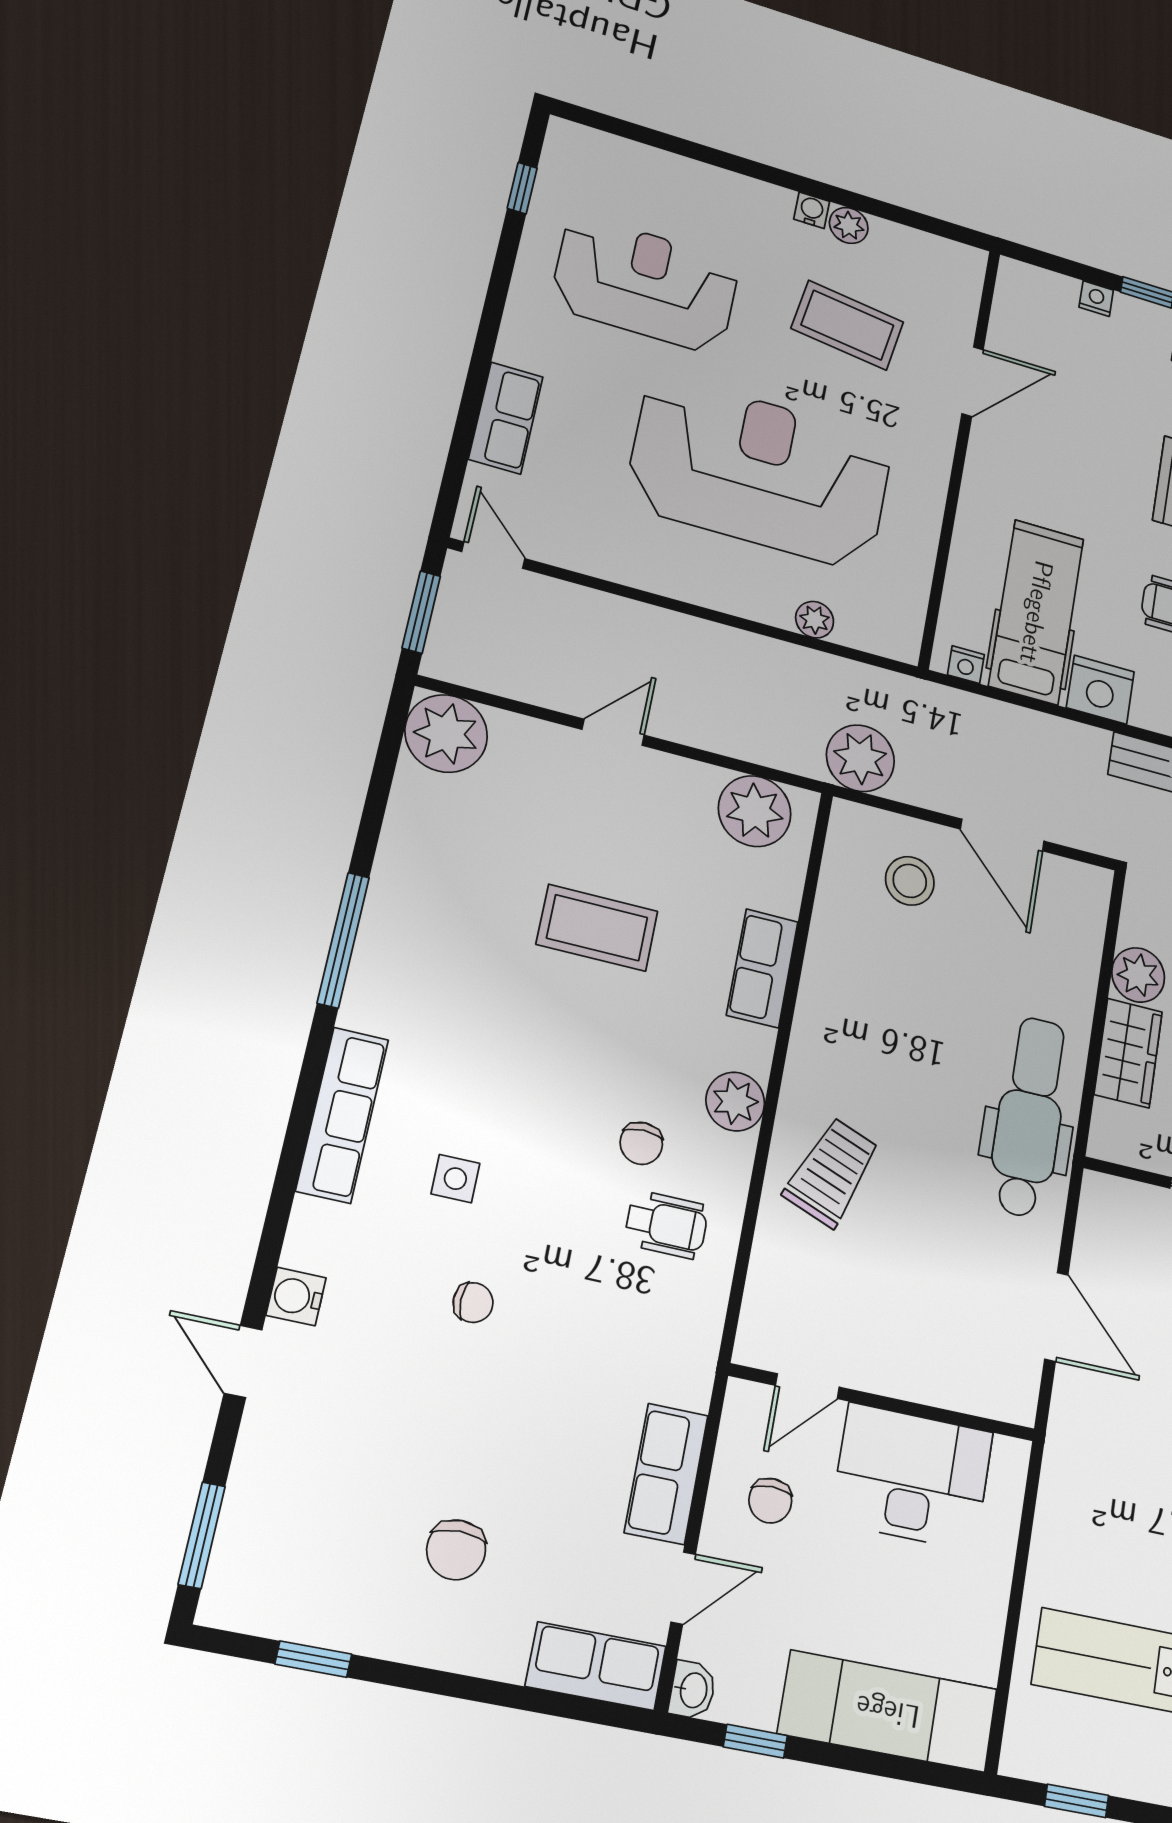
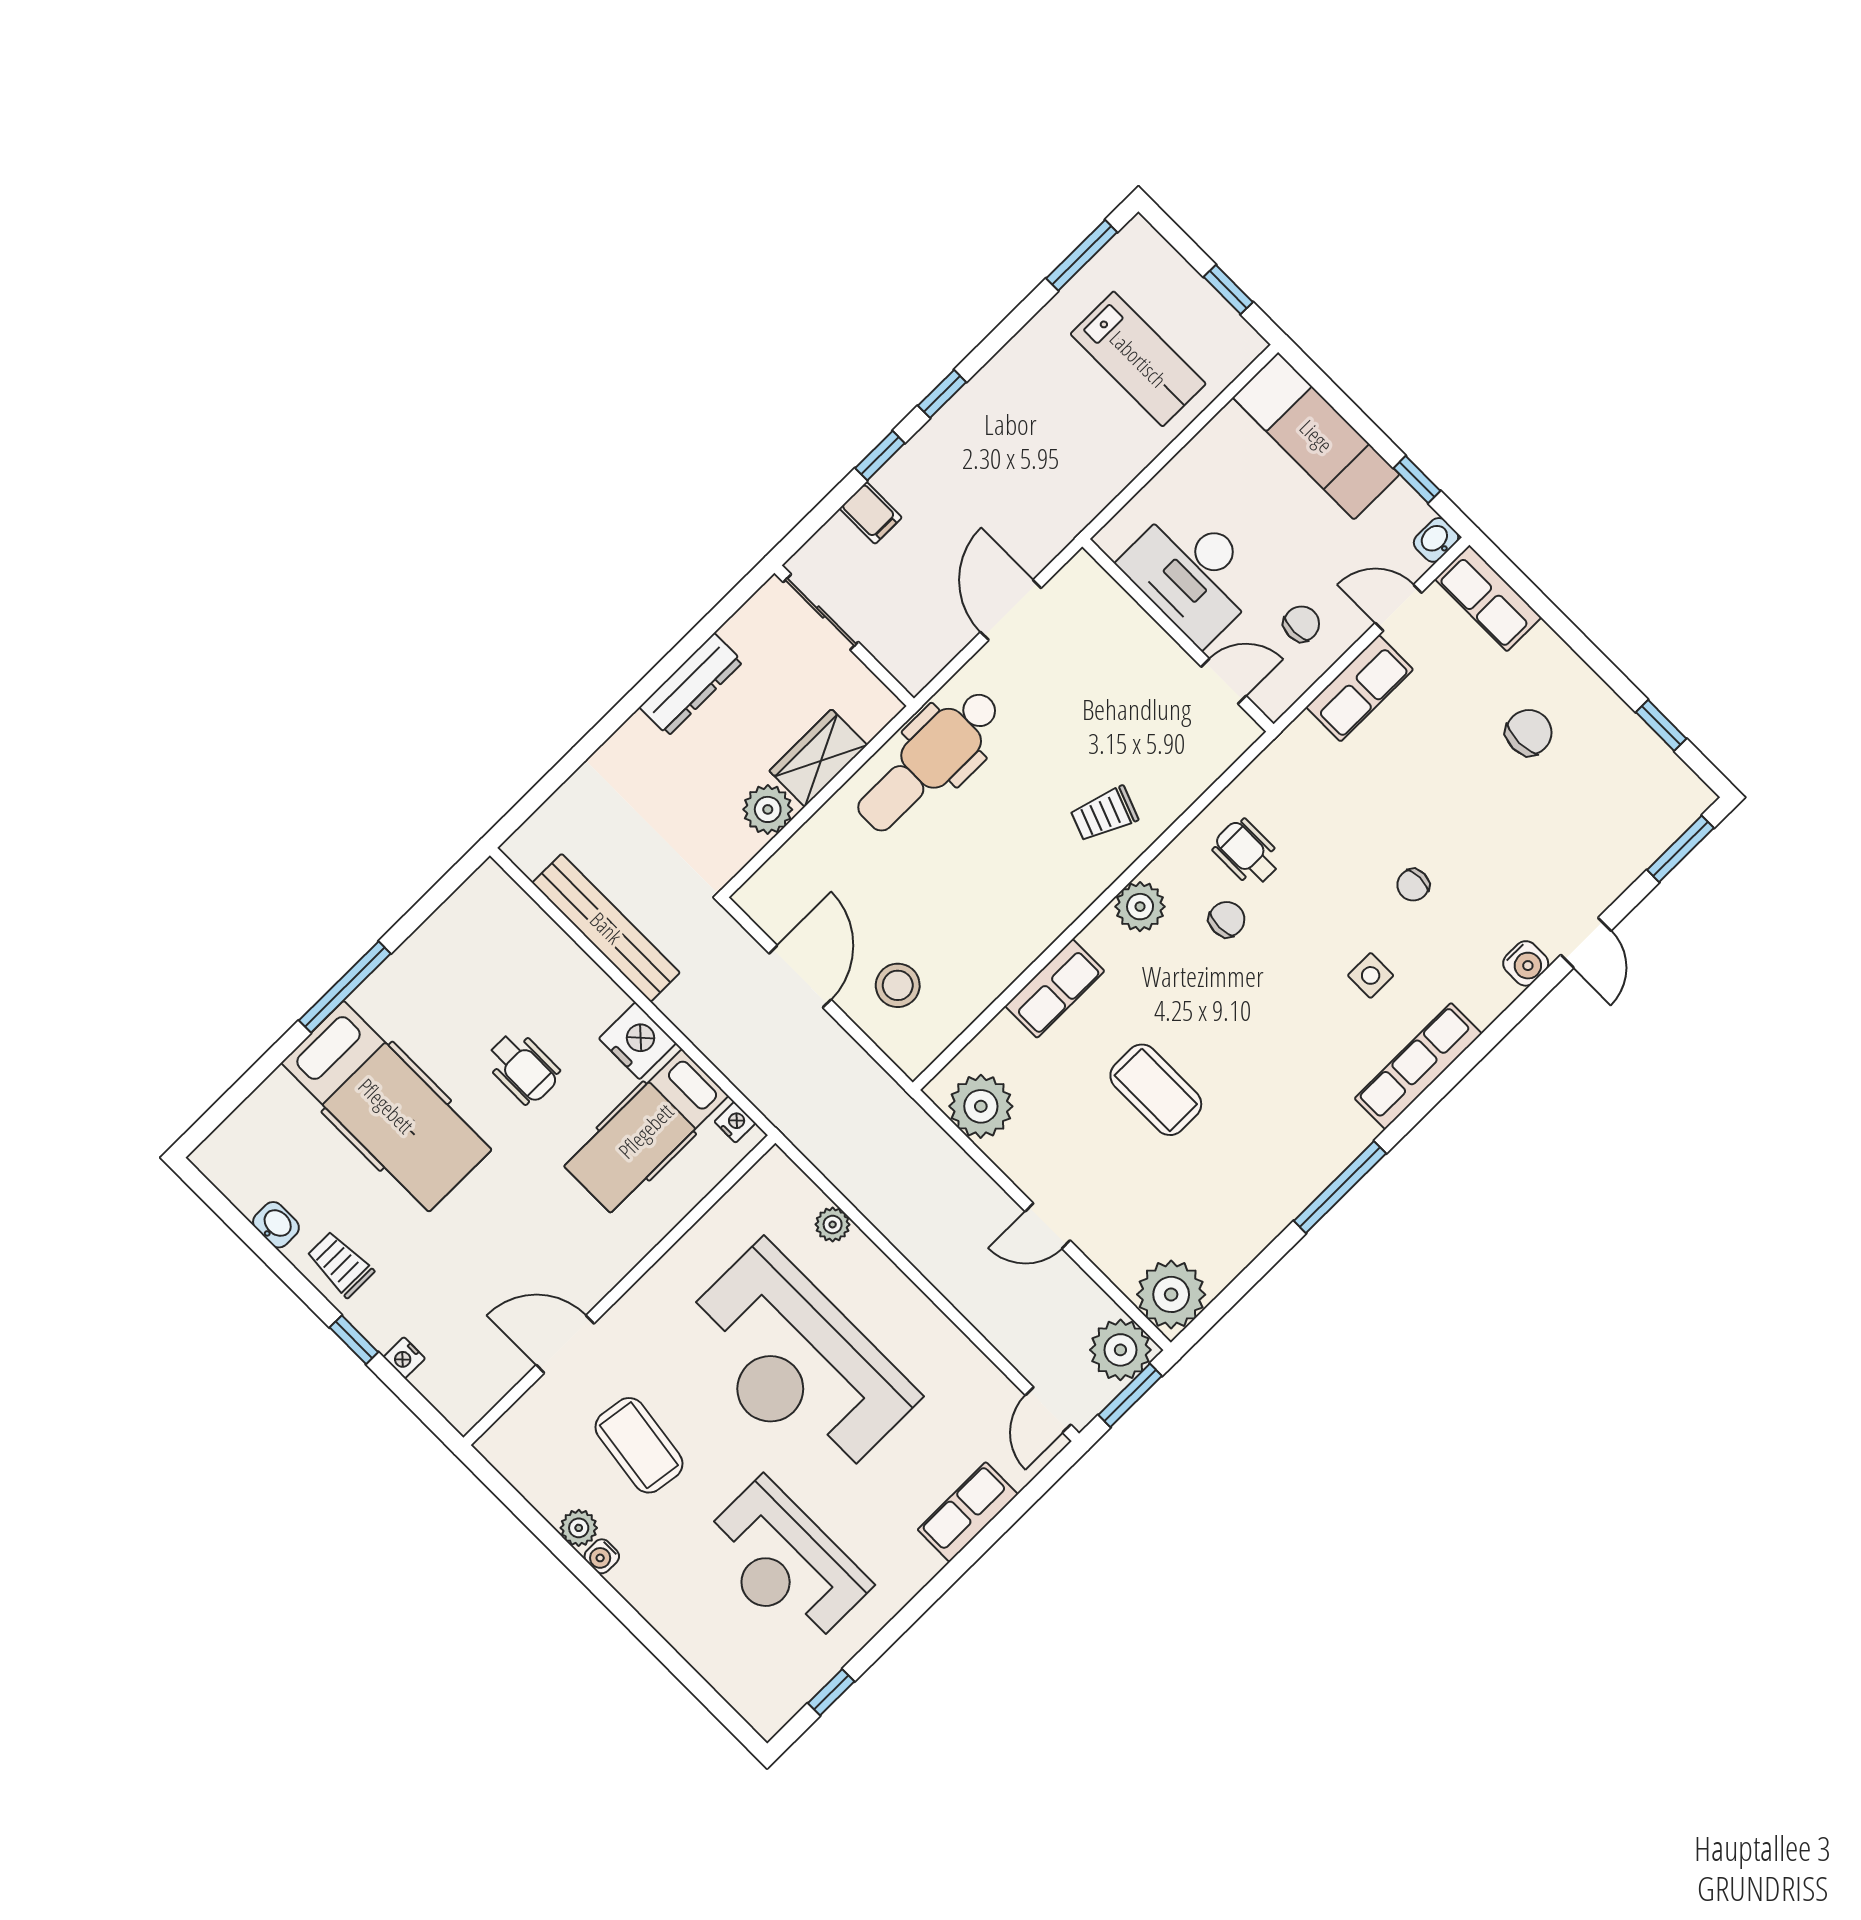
plant: (860, 758) -> (1120, 1350), moved
trolley: (832, 1172) -> (1104, 814), width x0.73, depth x0.72
chair: (473, 1303) -> (1413, 885), turned -90

